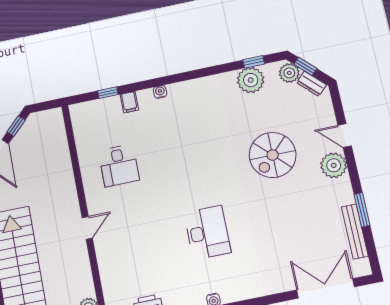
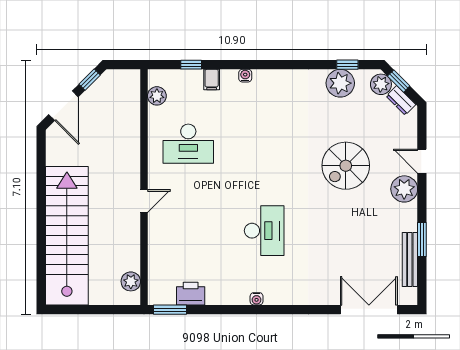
plant: (81, 128) -> (157, 96), added
desk: (119, 165) -> (188, 144), width x1.37

